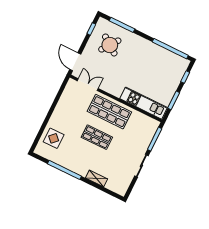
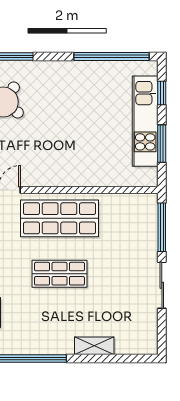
kitchen unit: (144, 103) -> (145, 121), moved, turned -90

